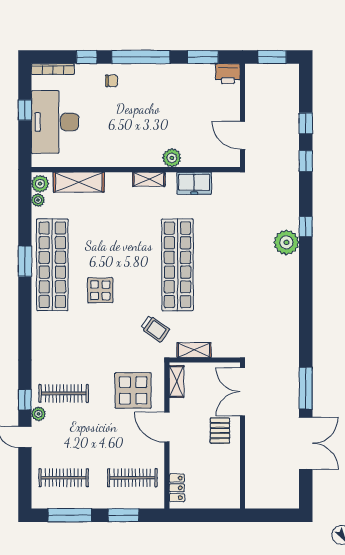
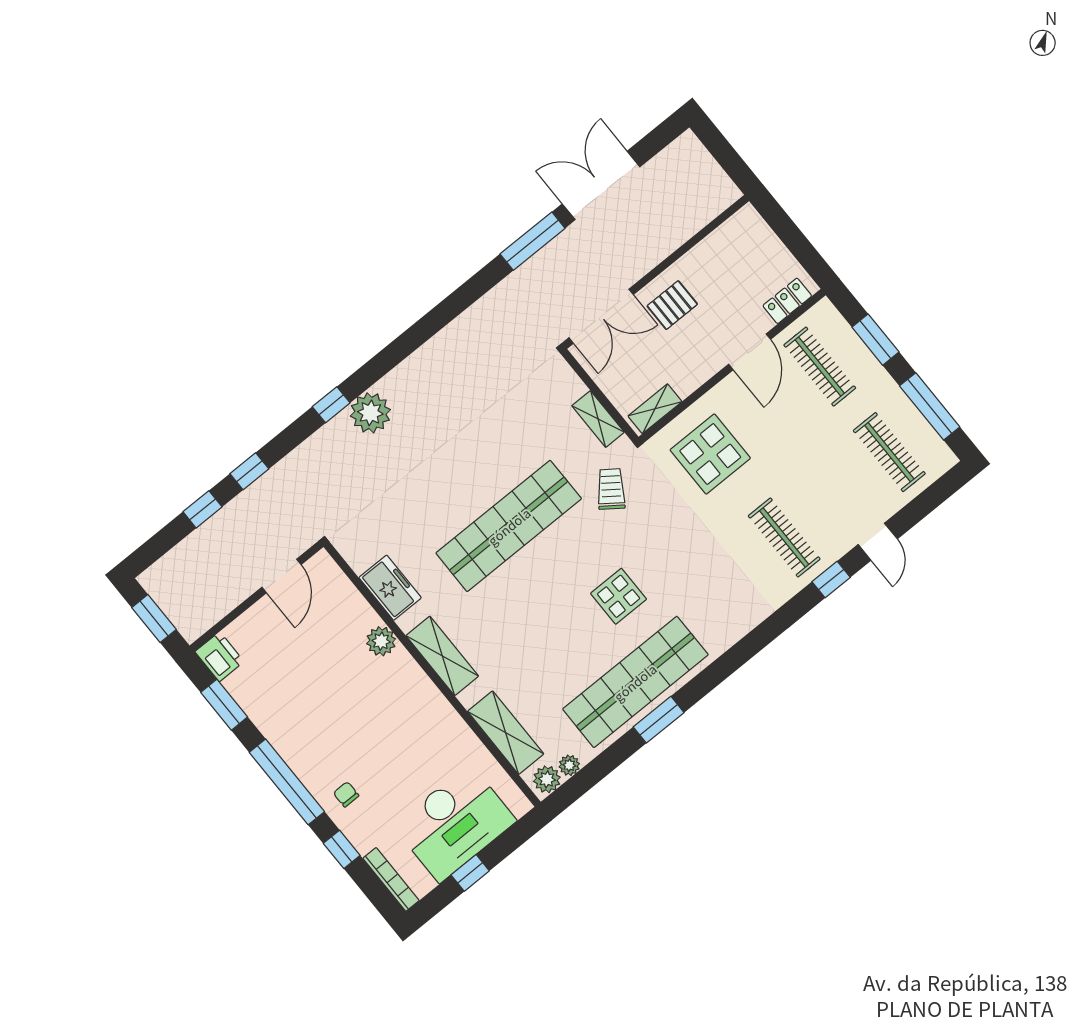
shelving: (149, 179) -> (442, 656), width x1.50, depth x1.33
plant: (38, 414) -> (835, 548), removed
door: (167, 427) -> (750, 352), moved

